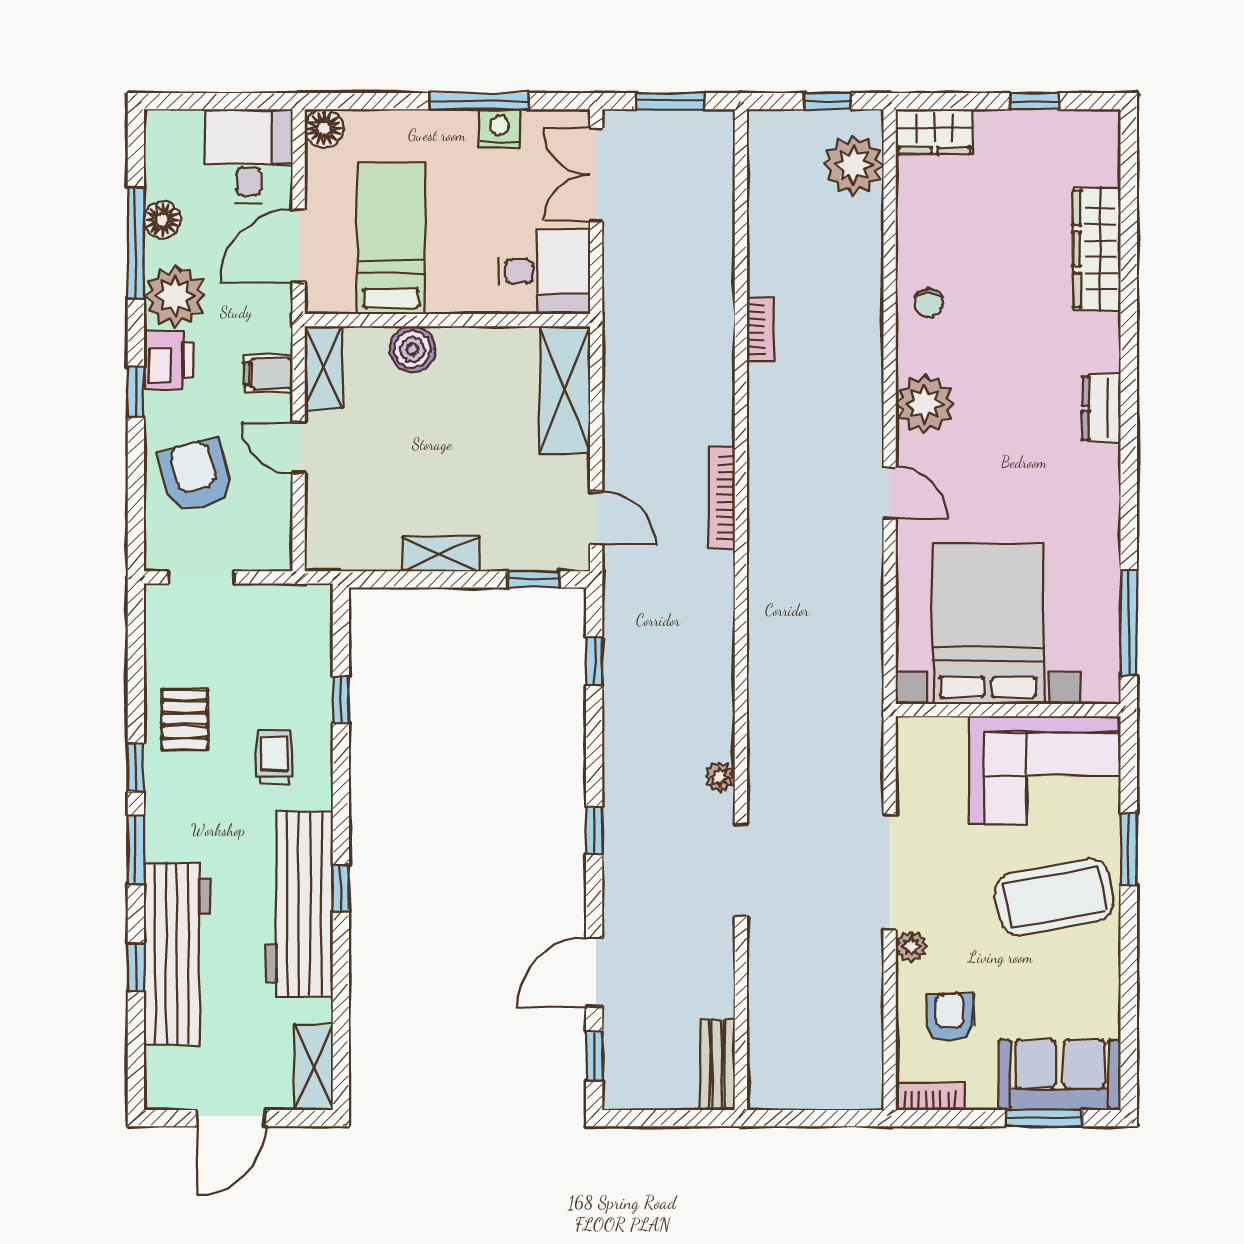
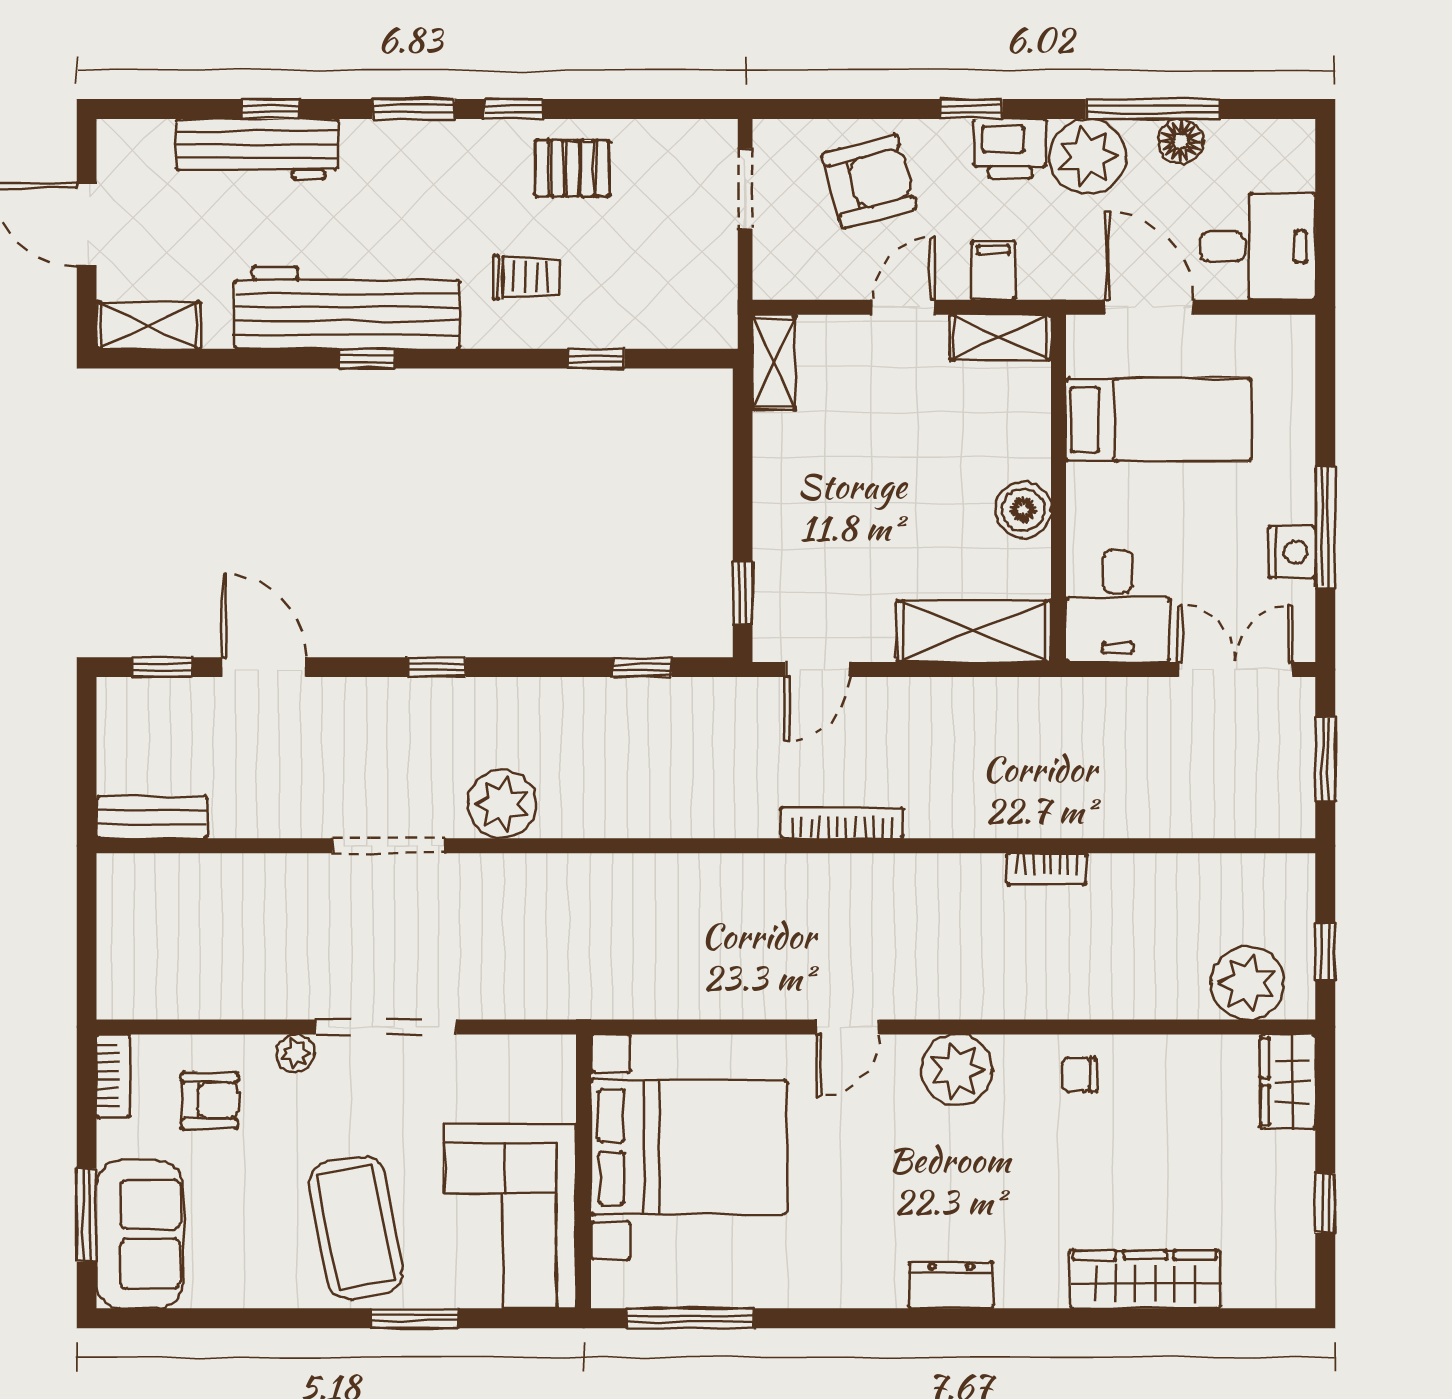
floor lamp: (324, 128) -> (1292, 338), removed
boiler: (412, 349) -> (1023, 510), moved
shelving: (441, 554) -> (774, 362), moved
plant: (720, 777) -> (502, 804), width x1.87, depth x1.87
workbench: (177, 954) -> (257, 149), width x0.73, depth x0.76

